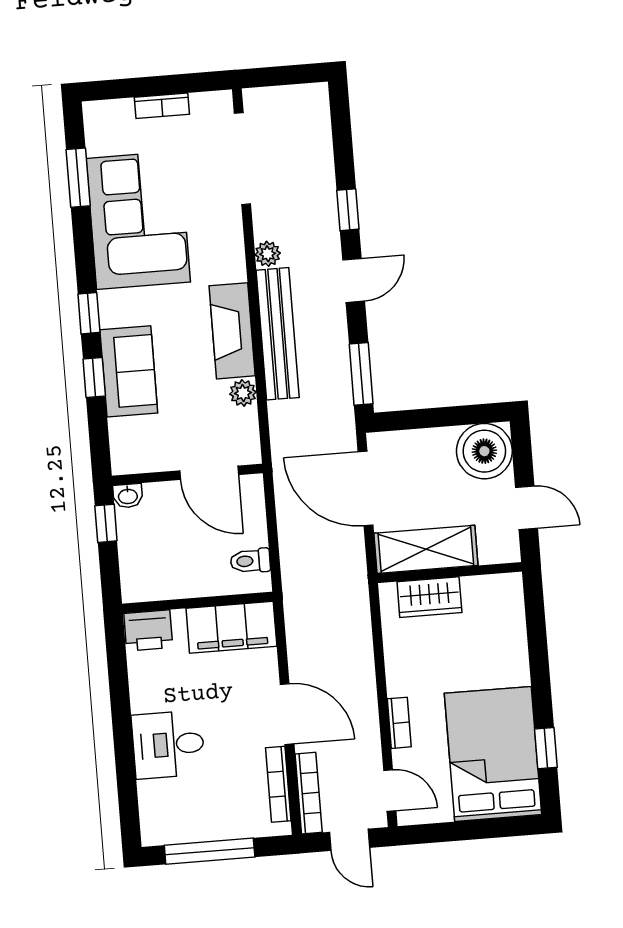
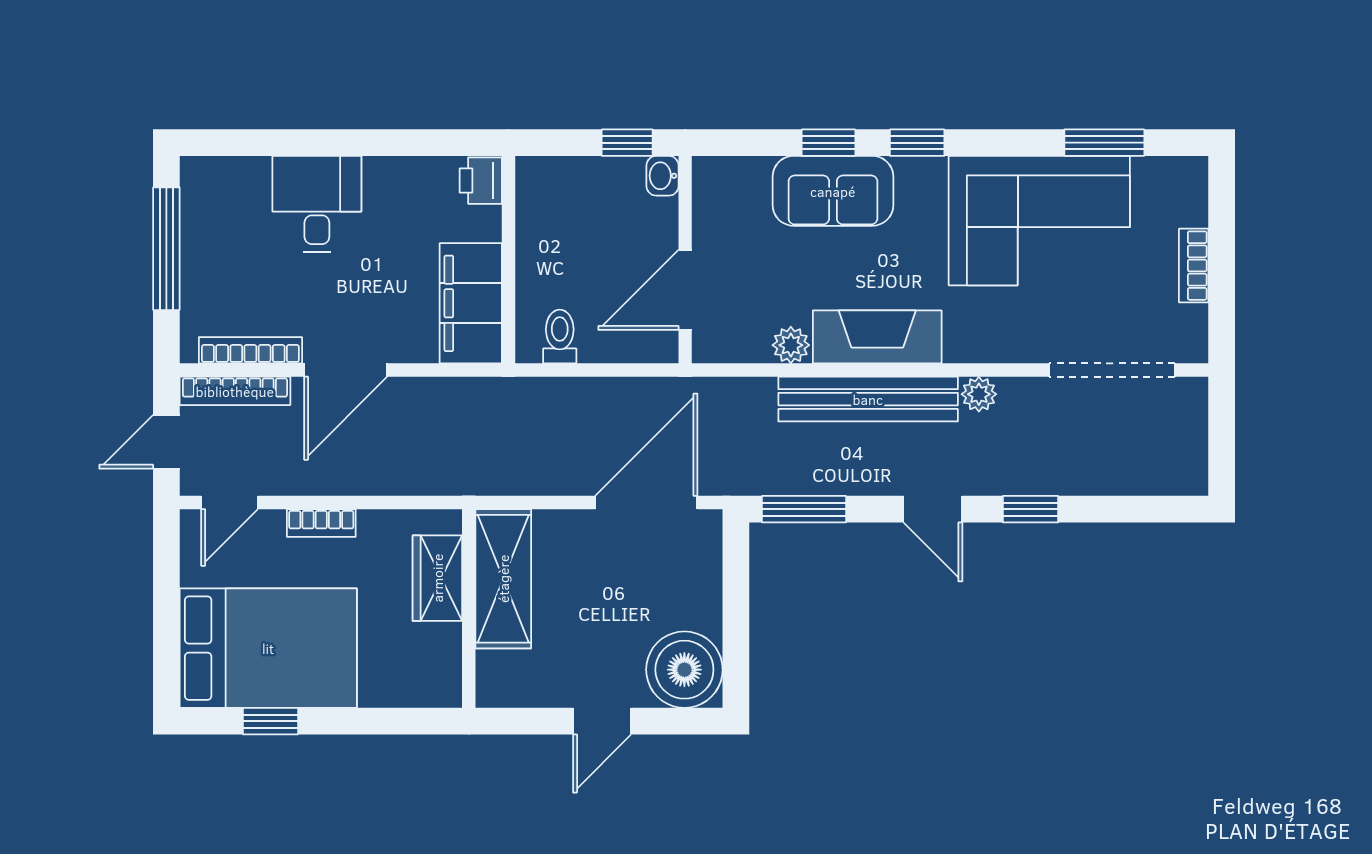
shelving: (426, 549) -> (503, 579), moved
wall: (450, 573) -> (469, 609), moved
wardrobe: (429, 597) -> (437, 578), moved
printer: (148, 630) -> (481, 181), width x0.73, depth x0.81

